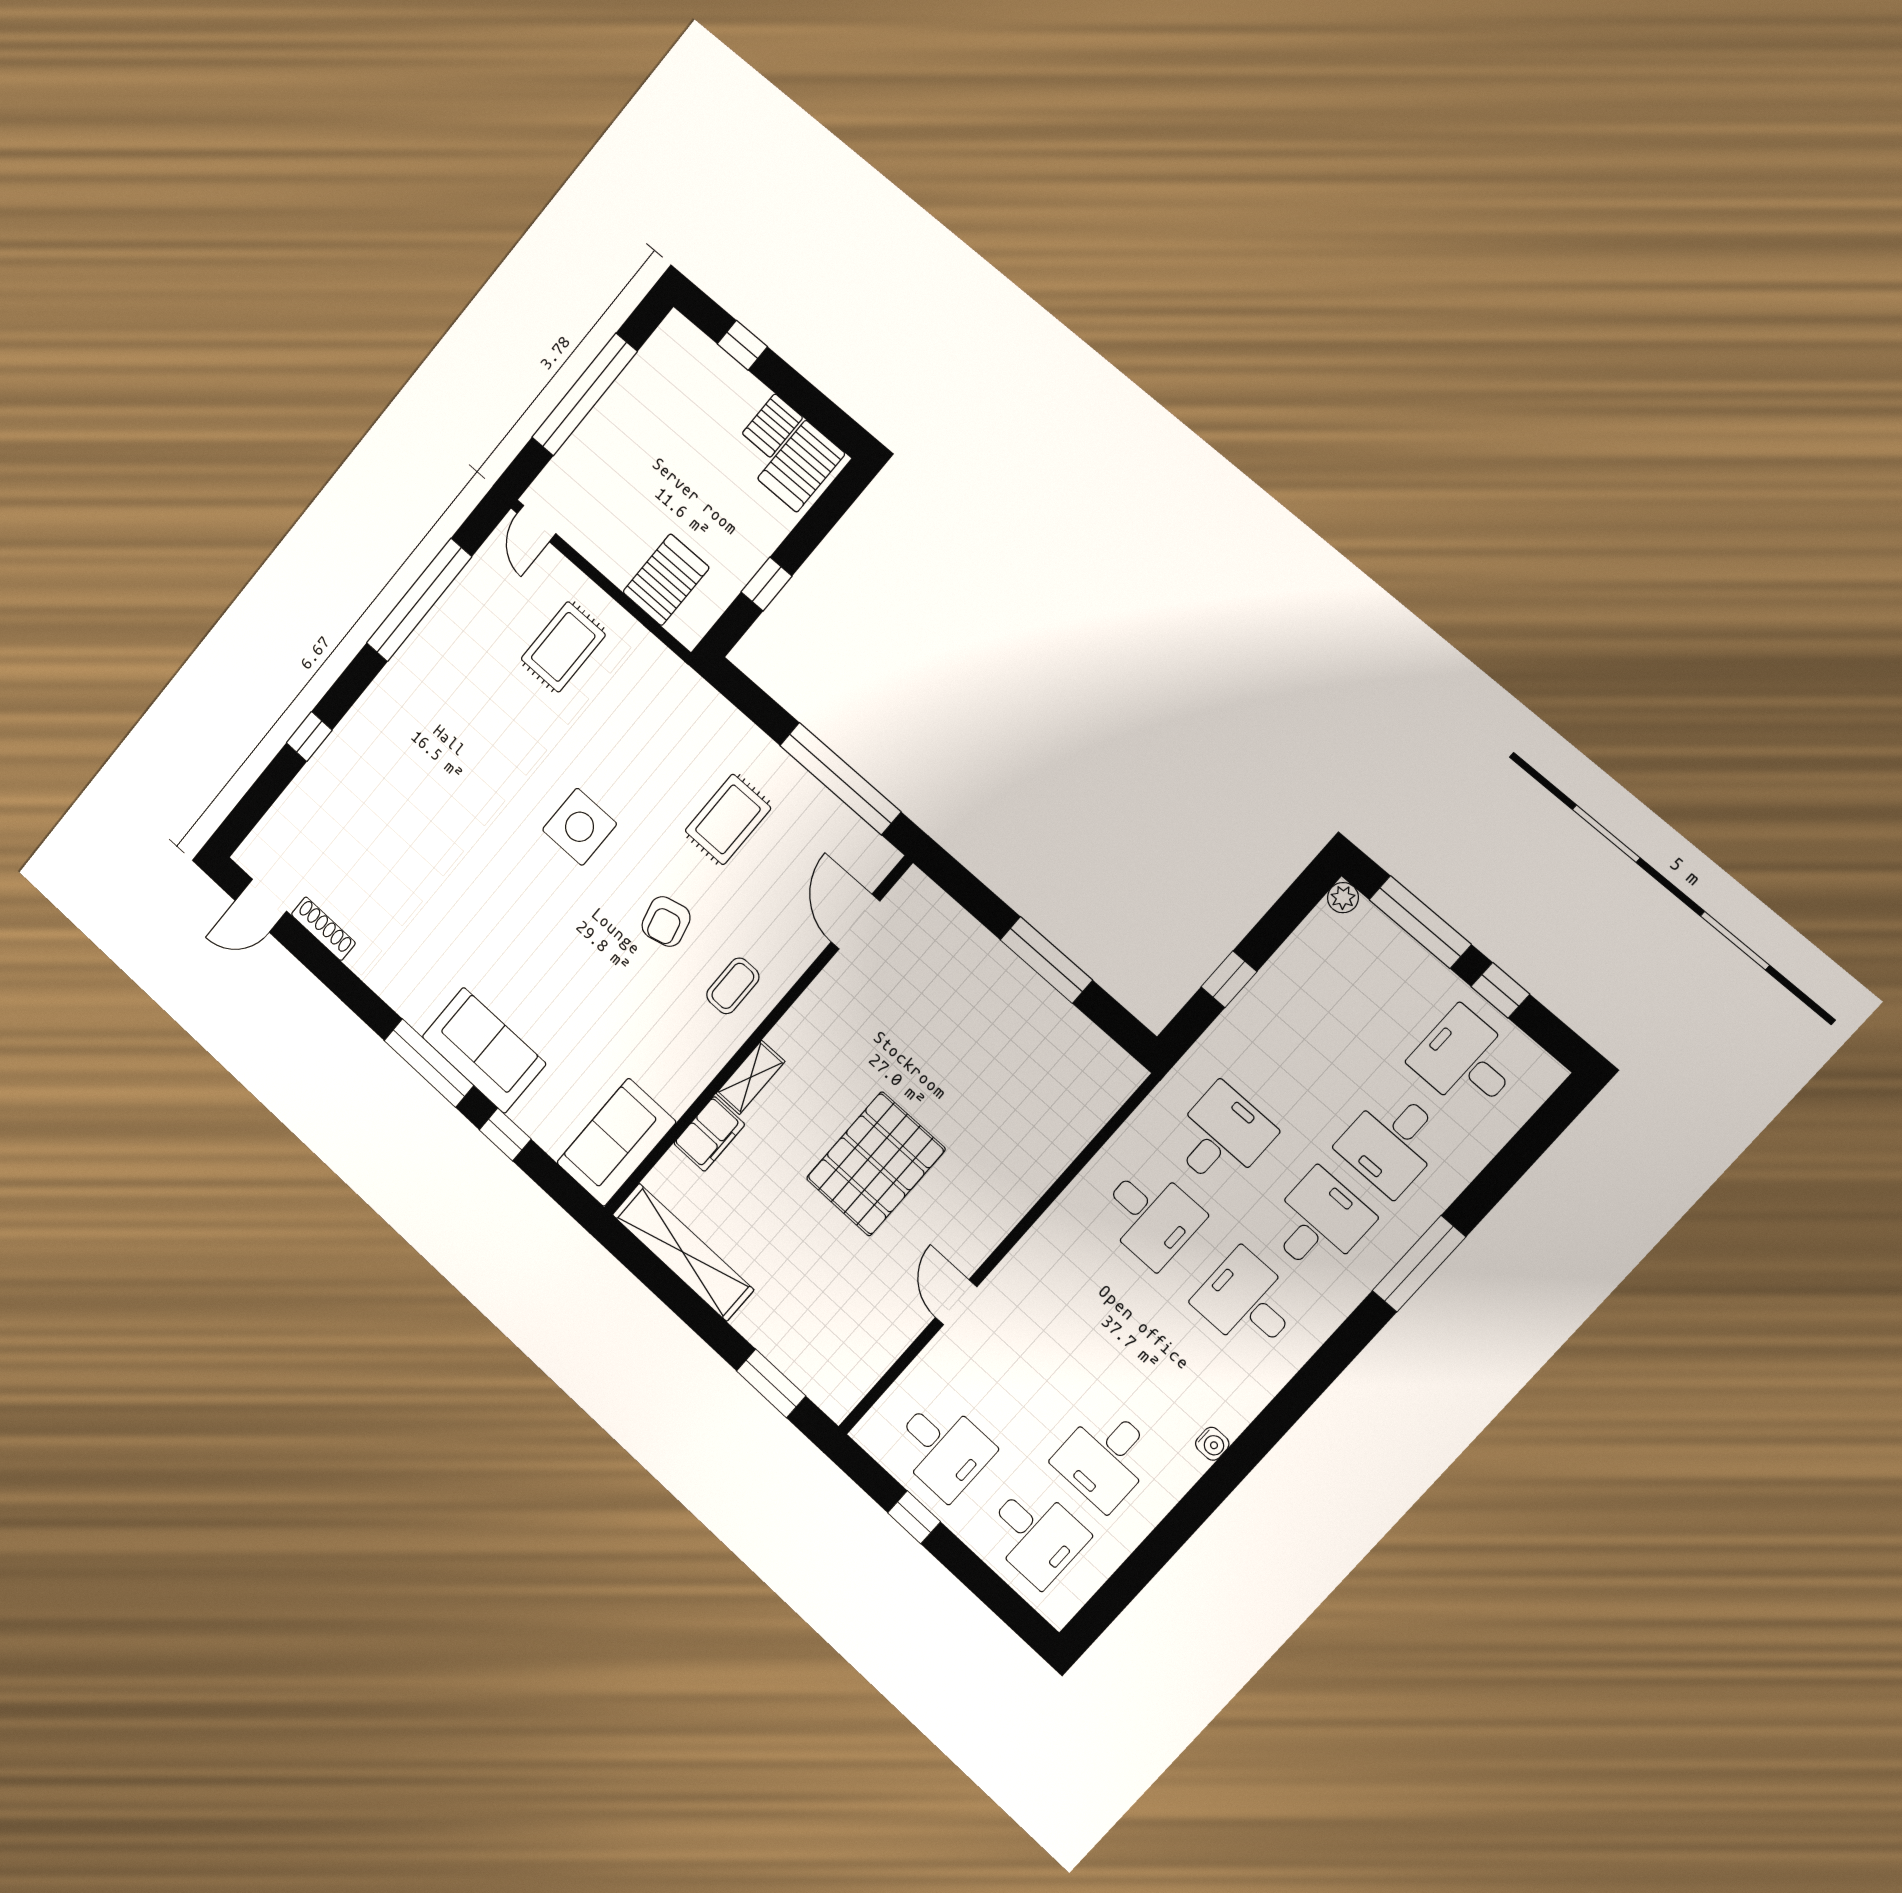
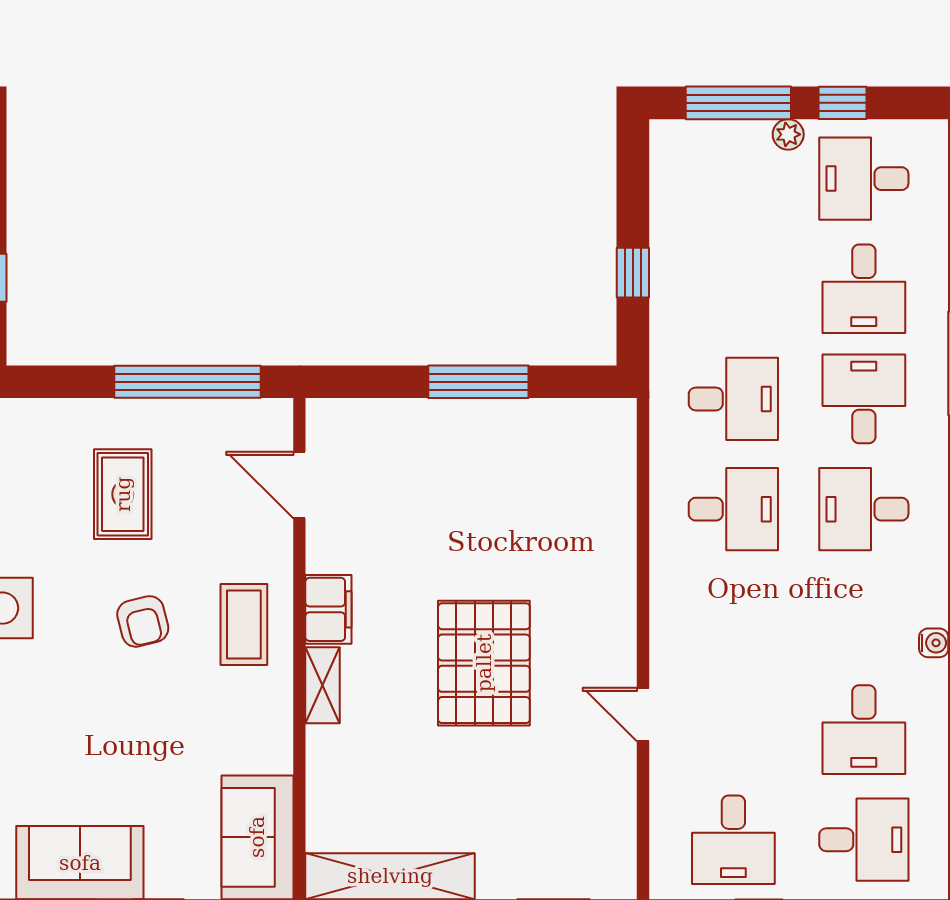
plant: (1343, 898) -> (788, 134), moved
coffee table: (733, 986) -> (244, 625), width x1.36, depth x1.30
filing cabinet: (709, 1134) -> (328, 609), moved
desk: (1222, 1136) -> (733, 399), turned 90
desk: (943, 1448) -> (733, 840), turned 90

